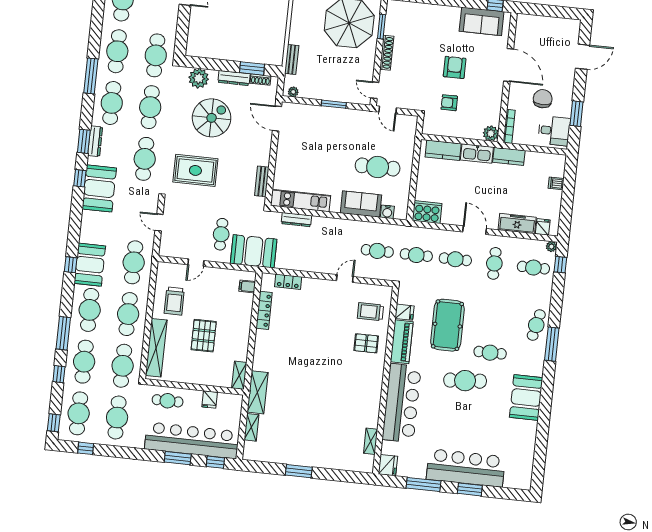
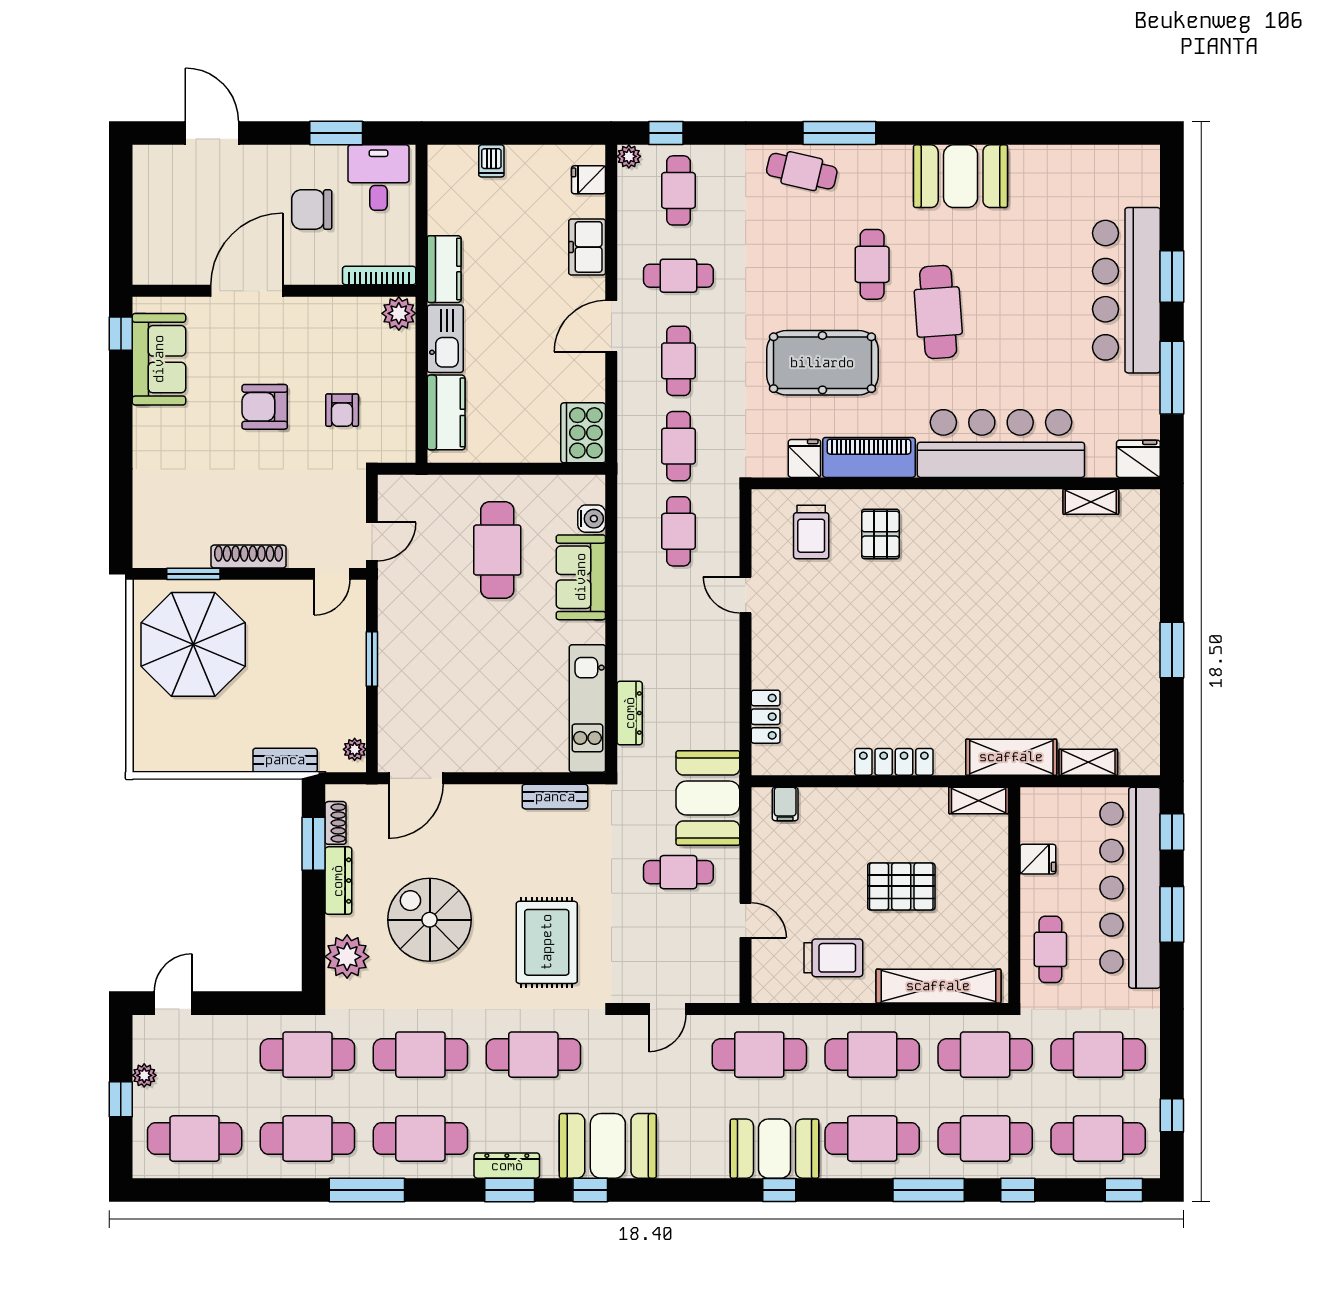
freezer: (517, 224) -> (587, 247), width x0.71
locker: (264, 310) -> (894, 762), moved

